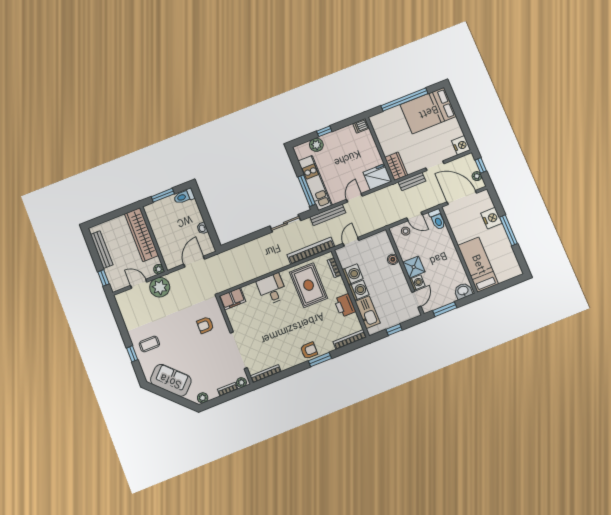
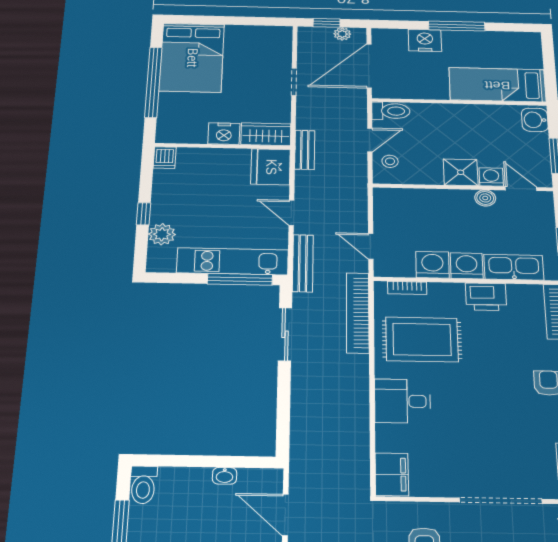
nightstand: (461, 145) -> (224, 134), moved, turned 180
bench: (412, 181) -> (305, 150), moved
boiler: (393, 259) -> (485, 198), moved

